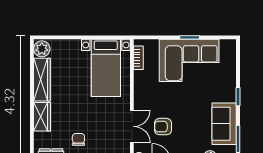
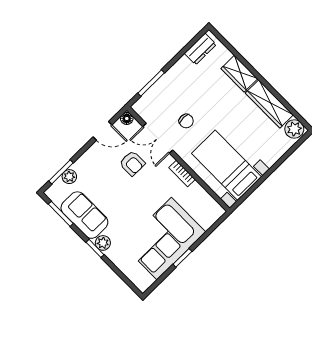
bookcase: (138, 58) -> (182, 174), moved
plant: (230, 95) -> (103, 243), added
armchair: (163, 127) -> (132, 163), turned 90
chair: (78, 139) -> (186, 121), moved

